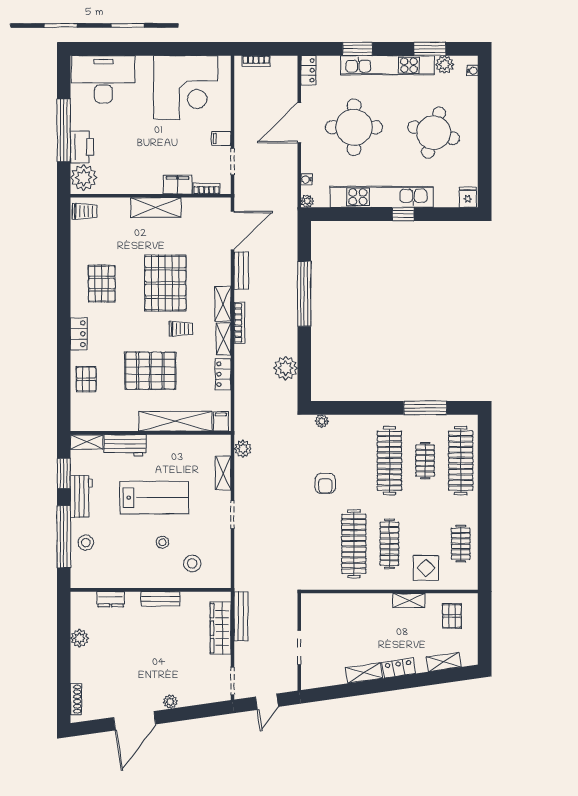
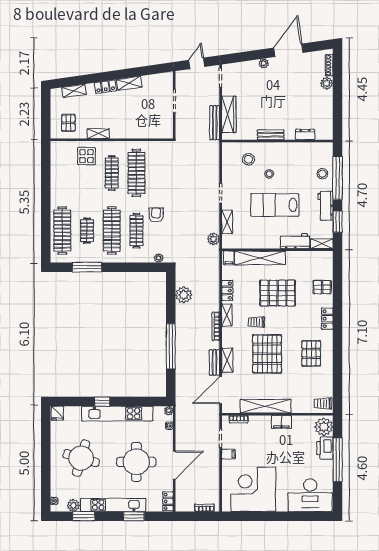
filing cabinet: (178, 185) -> (281, 422), moved
shelving: (156, 207) -> (266, 406), width x1.47
shelving: (223, 304) -> (227, 360), moved
pallet: (86, 379) -> (322, 287), turned 90
clothes rail: (461, 544) -> (136, 231), moved, width x1.36
plant: (79, 638) -> (327, 83), moved

